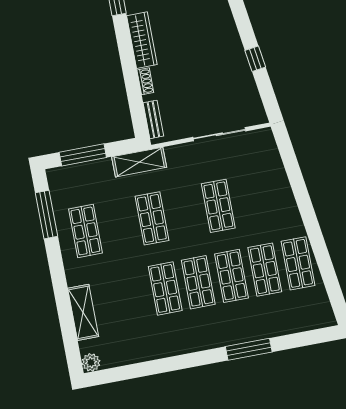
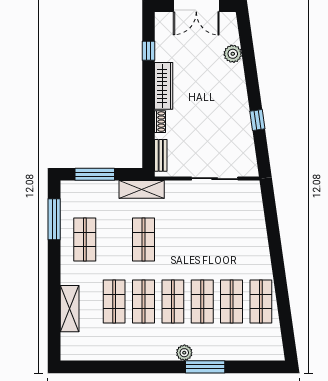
shop shelf: (218, 206) -> (114, 302), moved
plant: (91, 362) -> (184, 353), moved

